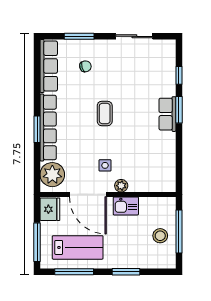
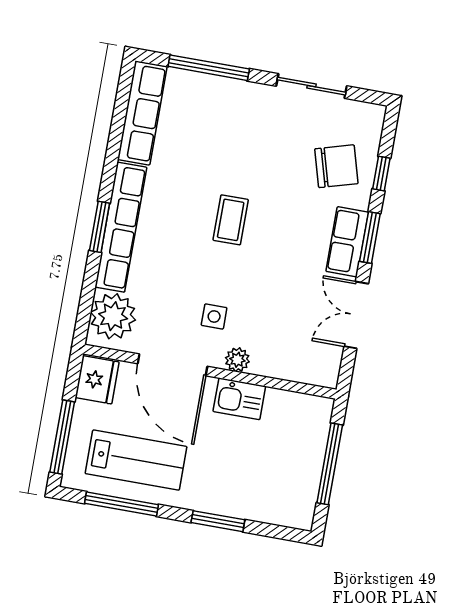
window: (79, 36) -> (209, 68), width x1.44
chair: (85, 66) -> (336, 166), moved, width x1.87, depth x1.87
double door: (179, 151) -> (356, 315), added
stool: (160, 236) -> (293, 466), removed

